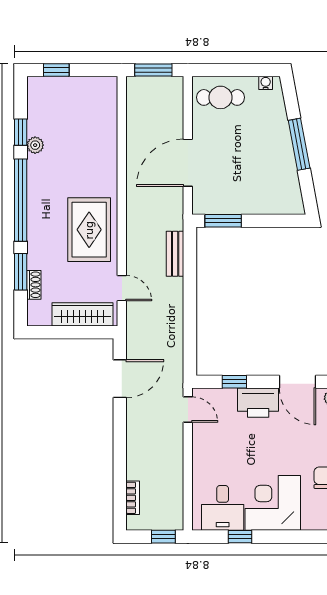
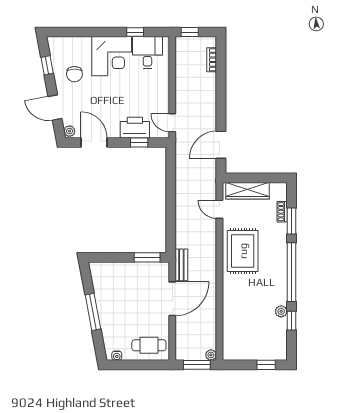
plant: (134, 84) -> (211, 355), added
bench: (175, 254) -> (181, 265), moved
printer: (258, 403) -> (135, 128), moved

